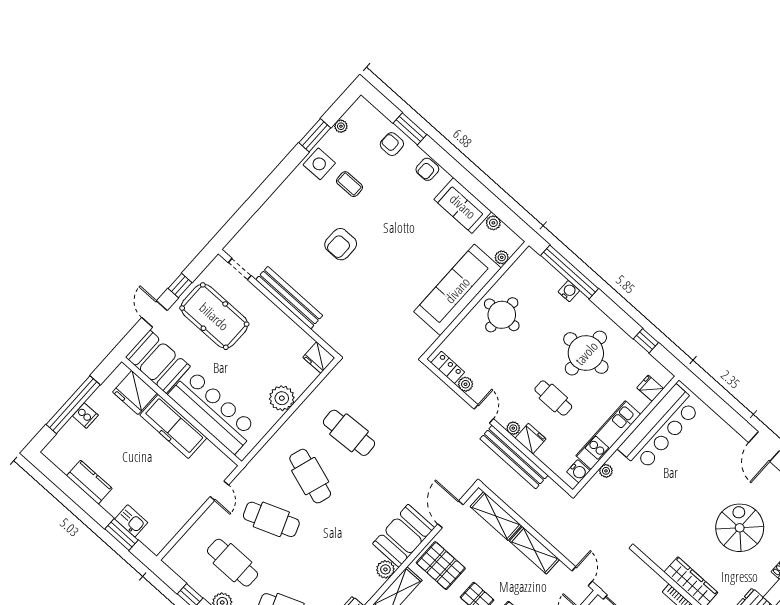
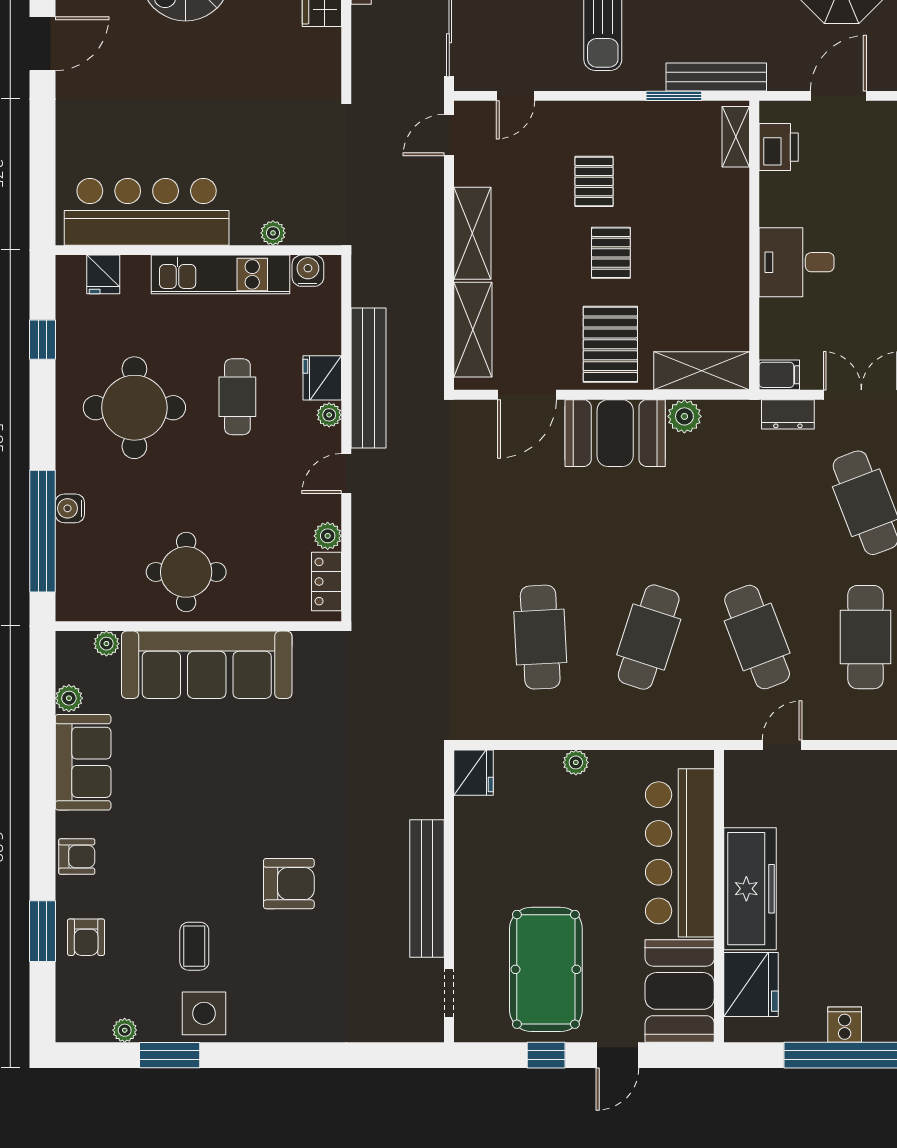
plant: (282, 398) -> (576, 762), width x0.53, depth x0.53

